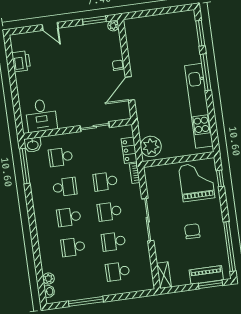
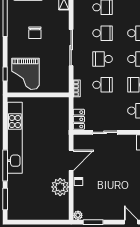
plant: (151, 146) -> (60, 187), moved
locker: (129, 150) -> (79, 119), moved
school desk: (109, 211) -> (103, 59), turned 180

